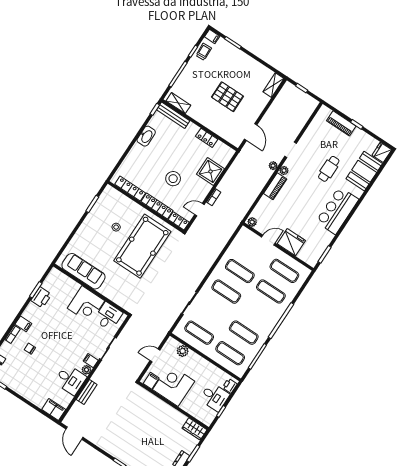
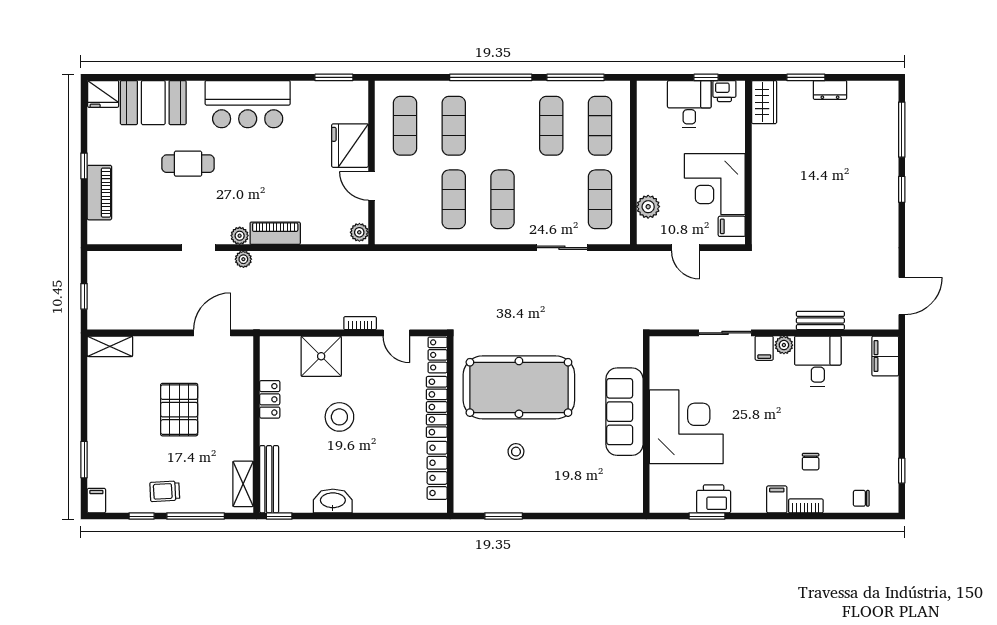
trolley: (204, 52) -> (165, 491), moved
stool: (173, 179) -> (339, 417), moved
sofa: (83, 271) -> (624, 412), moved
corner desk: (86, 304) -> (686, 427), width x1.36, depth x1.36
desk: (108, 316) -> (672, 367), removed
printer: (230, 386) -> (724, 91), moved

